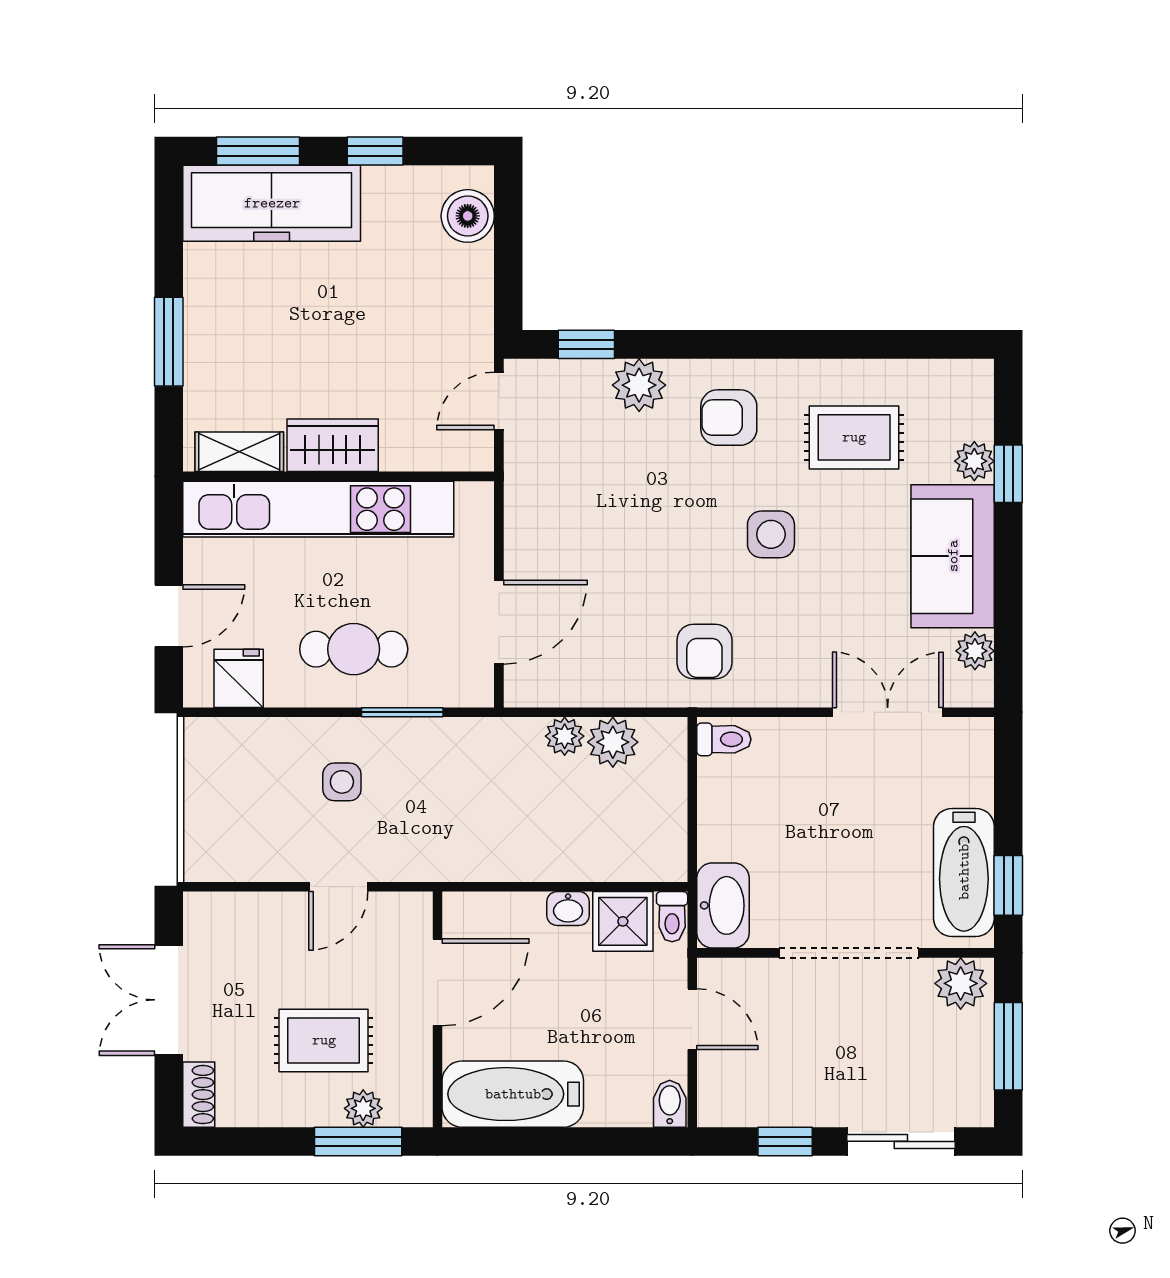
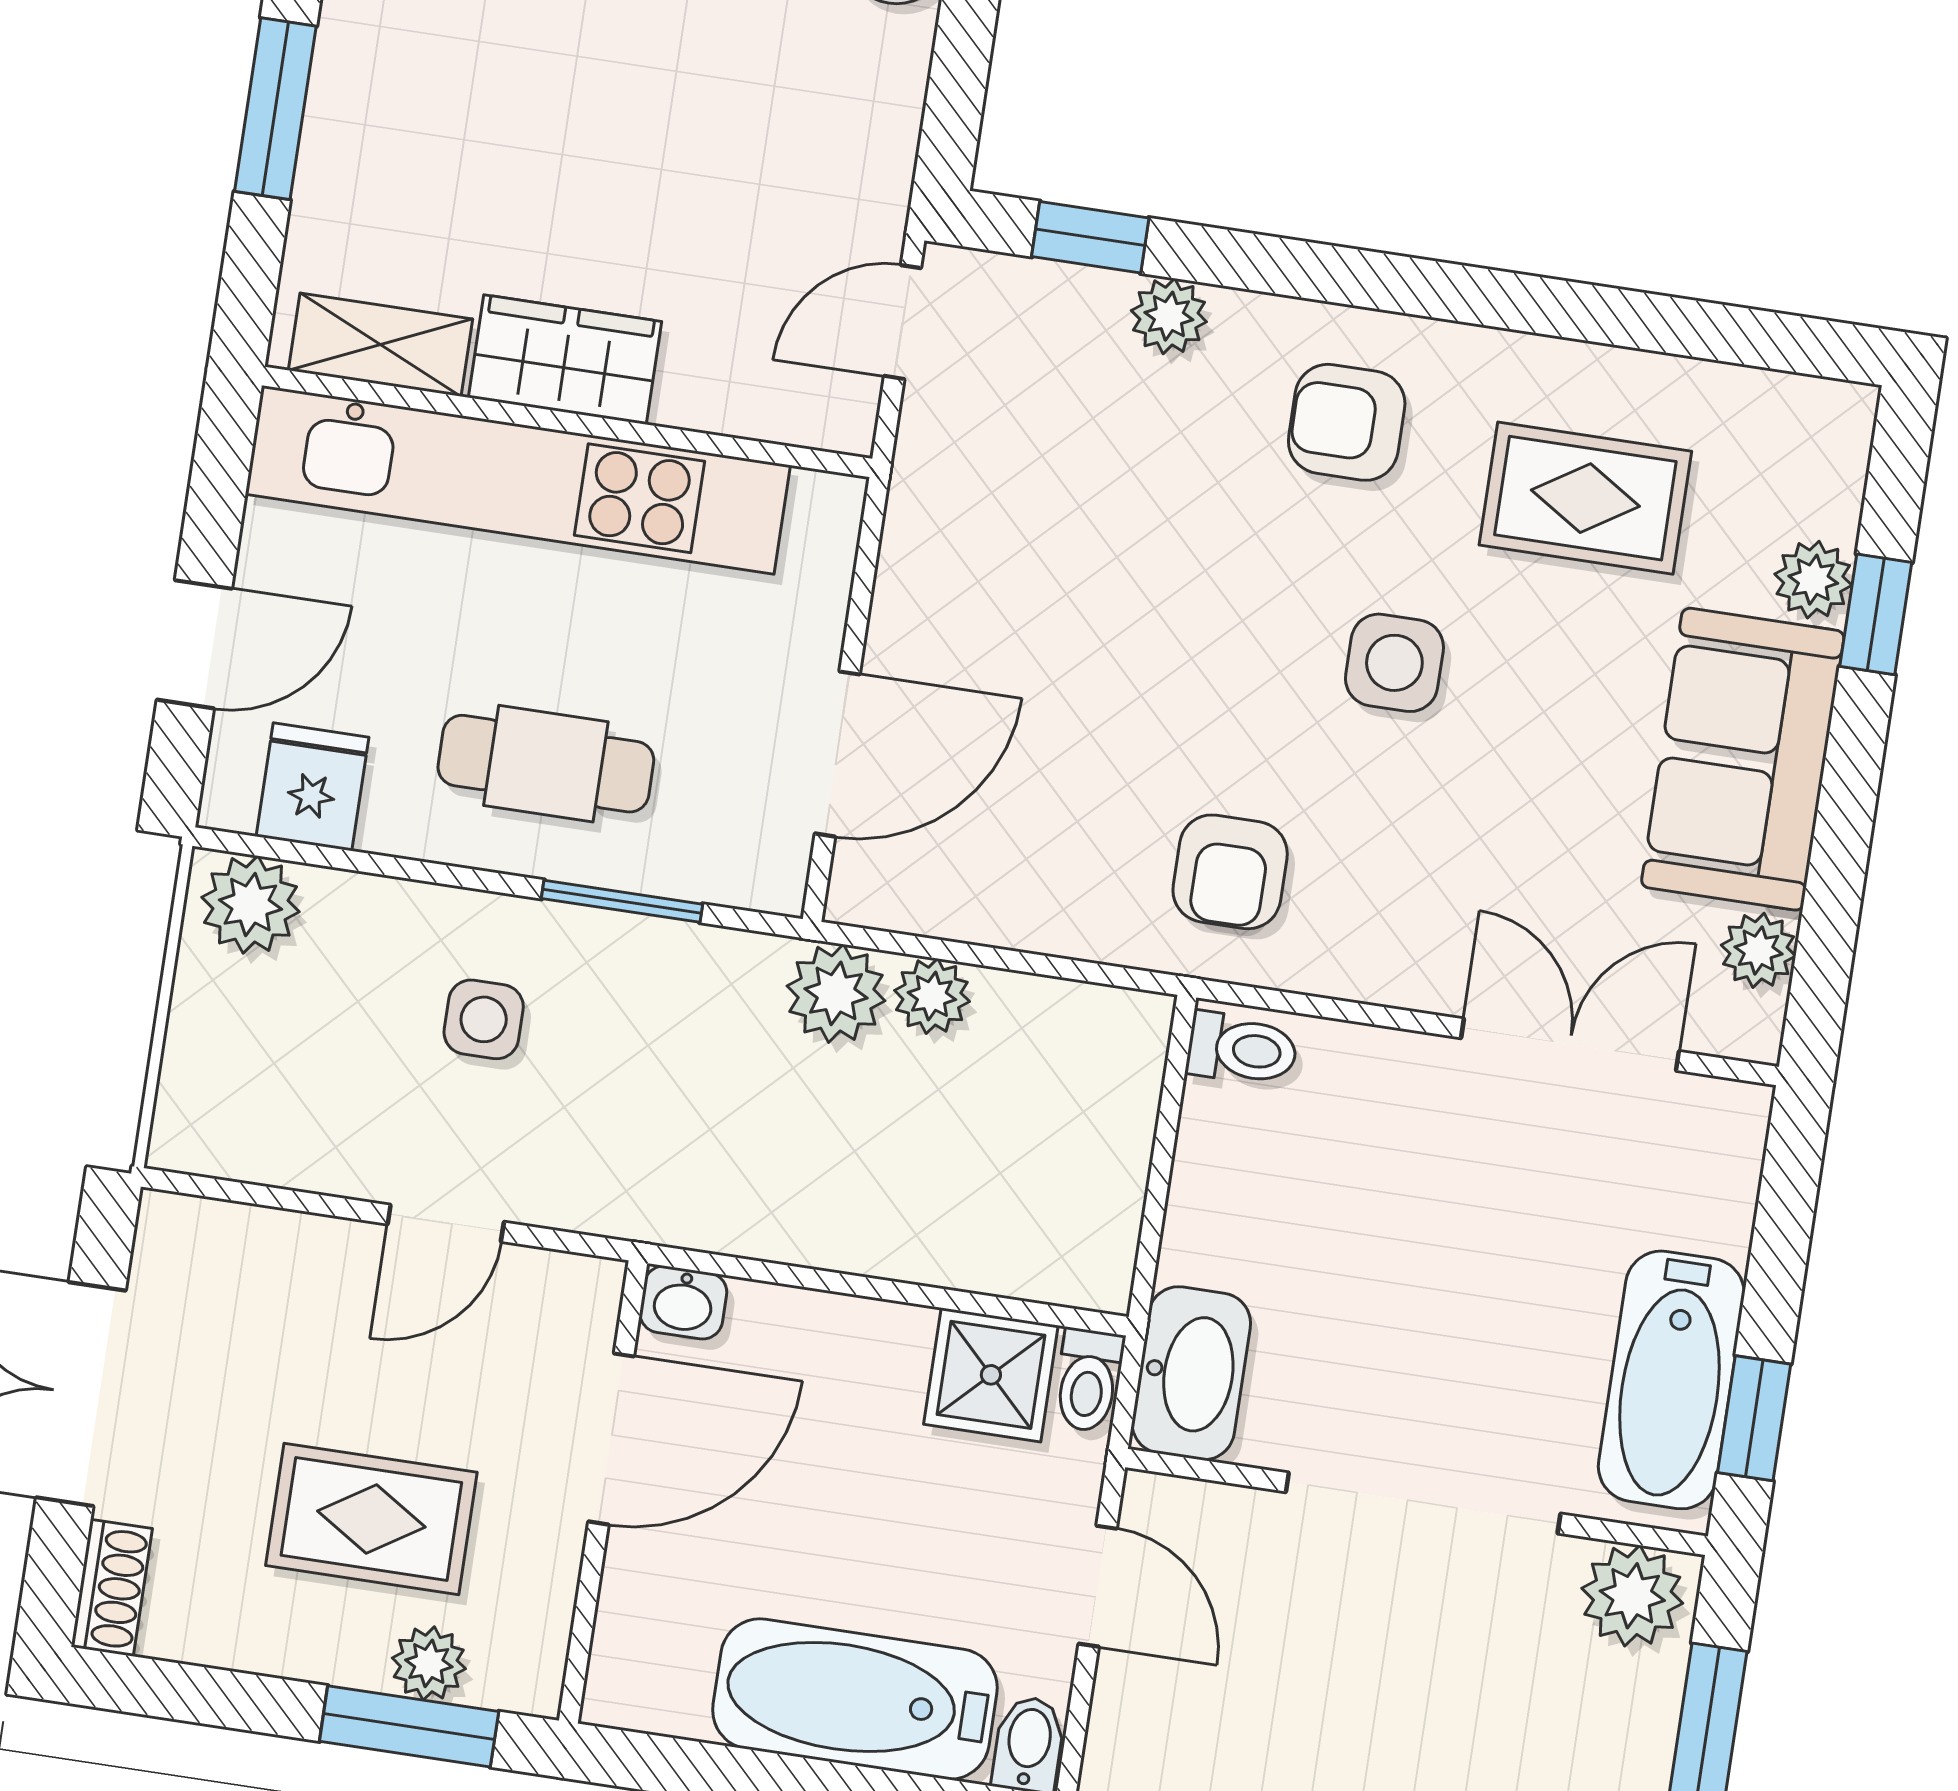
plant: (639, 385) -> (1169, 316), width x0.73, depth x0.73
plant: (216, 742) -> (250, 905), added
plant: (613, 742) -> (836, 993), moved
washbasin: (568, 909) -> (683, 1303), moved
bathtub: (513, 1094) -> (855, 1699), moved

